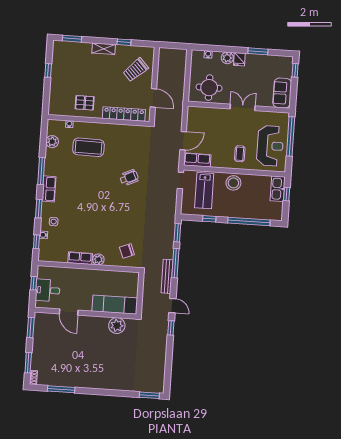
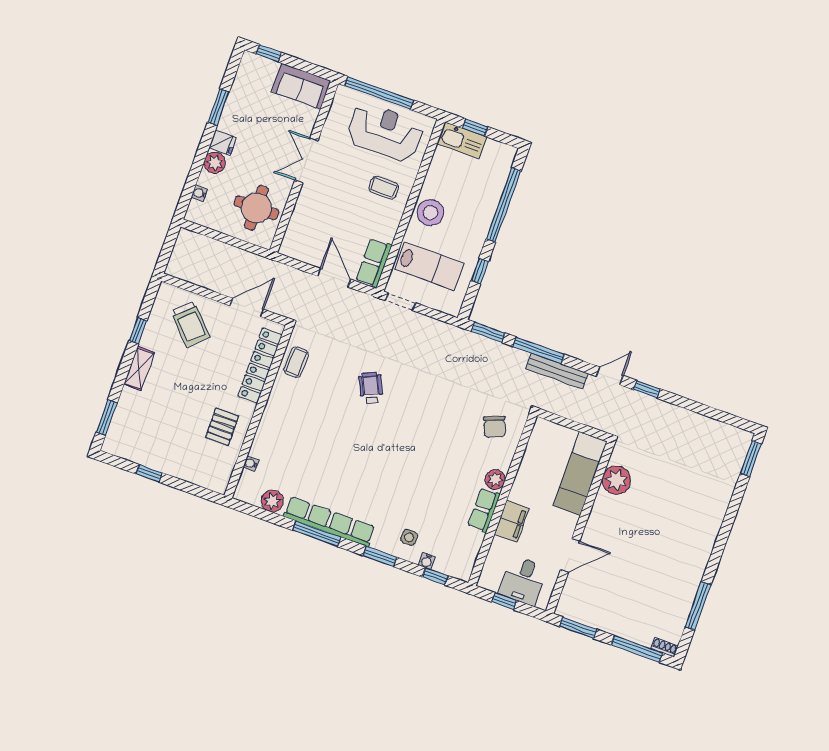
coffee table: (88, 147) -> (296, 362), moved, width x0.54, depth x0.58
row of seats: (49, 189) -> (329, 522), width x2.02
filing cabinet: (78, 275) -> (512, 521), added
window: (28, 363) -> (637, 649), width x1.44

